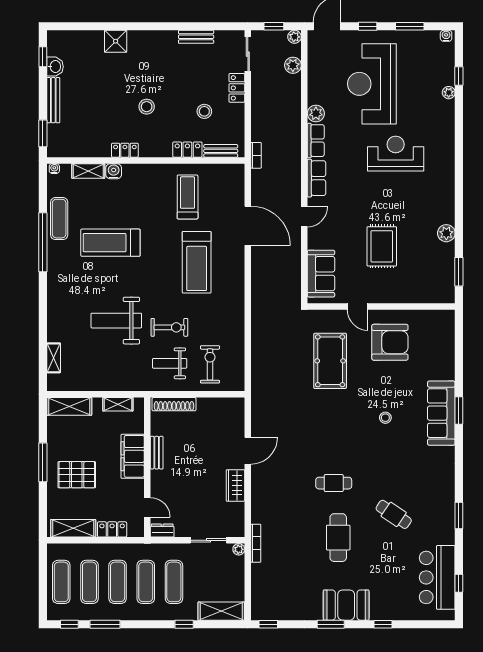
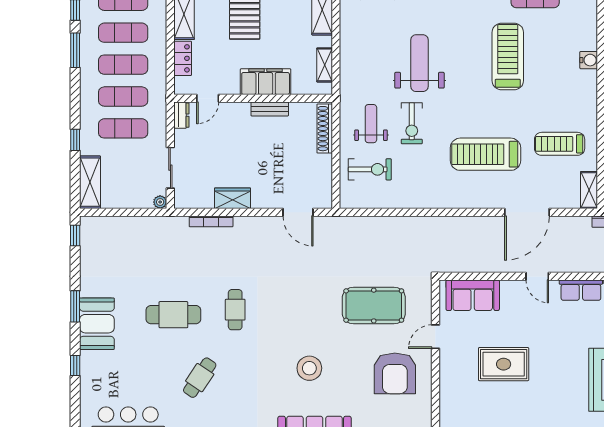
shelving: (88, 171) -> (589, 190), moved
treadmill: (188, 197) -> (560, 144), turned 180
stool: (385, 418) -> (309, 368), width x1.89, depth x1.89
door: (248, 451) -> (298, 212), moved
bookcase: (256, 543) -> (211, 221), moved

